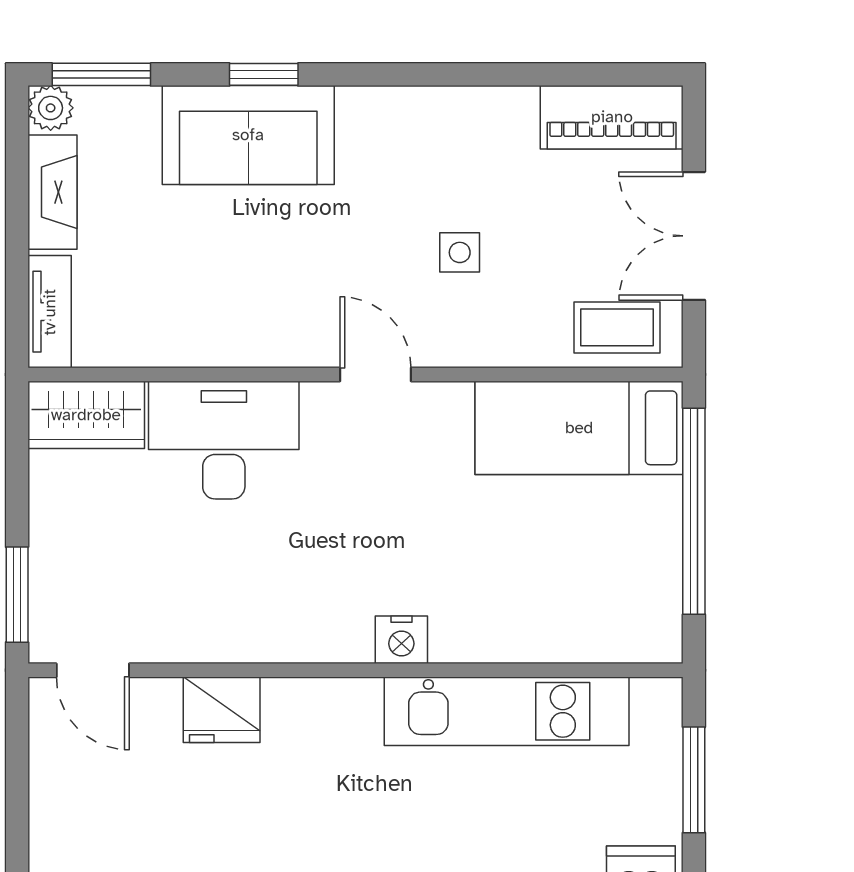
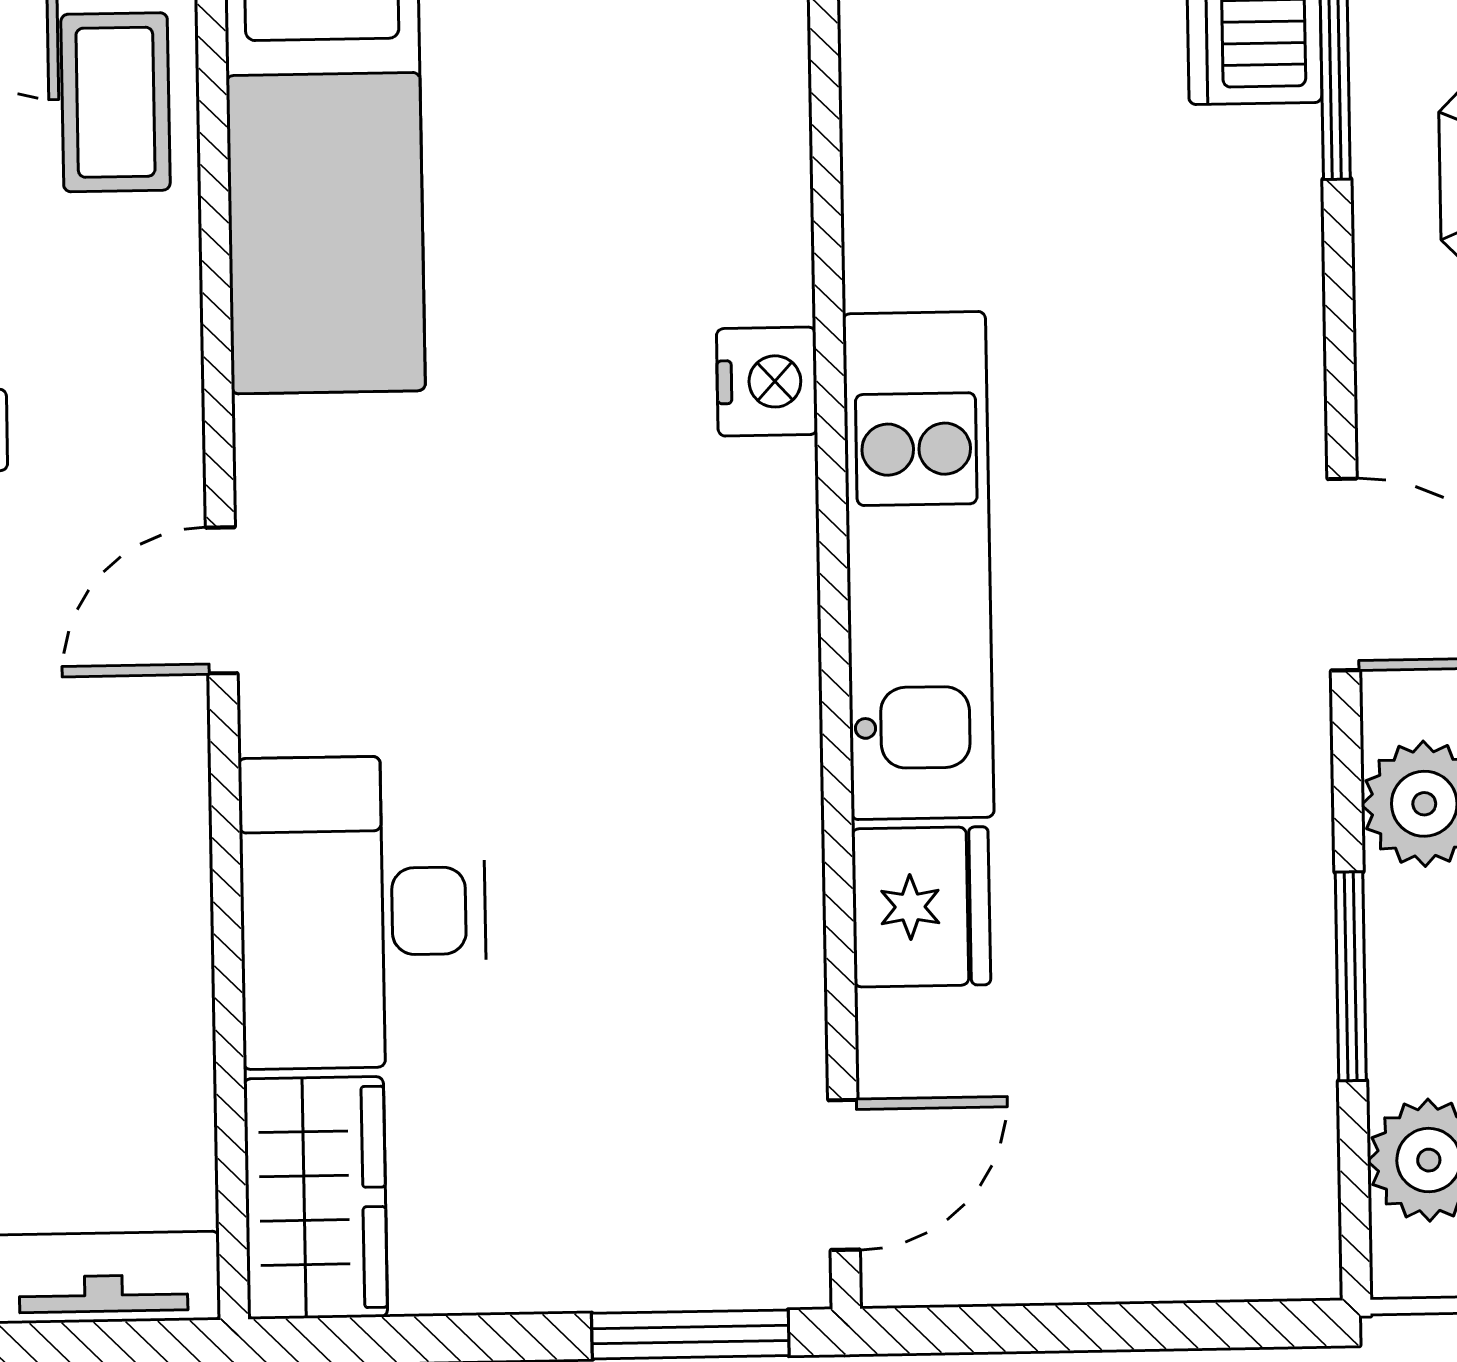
nightstand: (401, 640) -> (767, 382), moved
kitchen unit: (507, 711) -> (918, 566), moved

